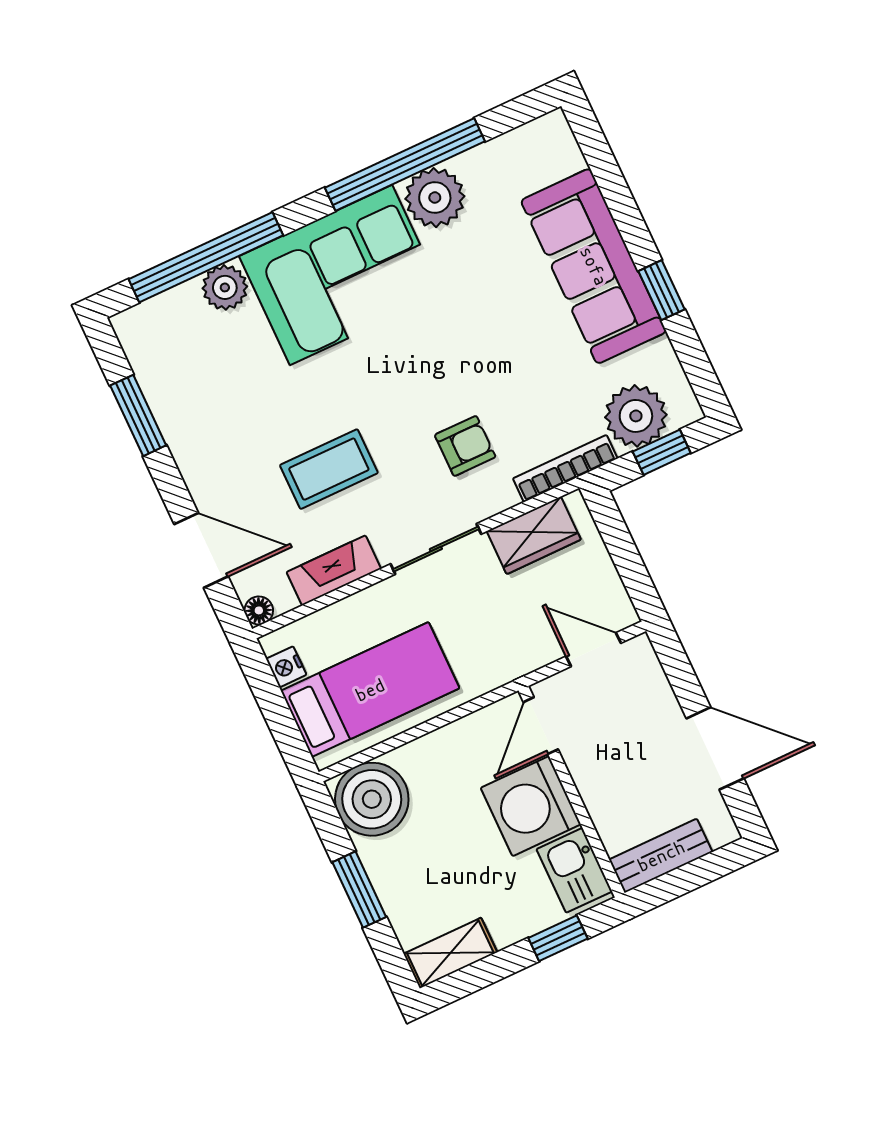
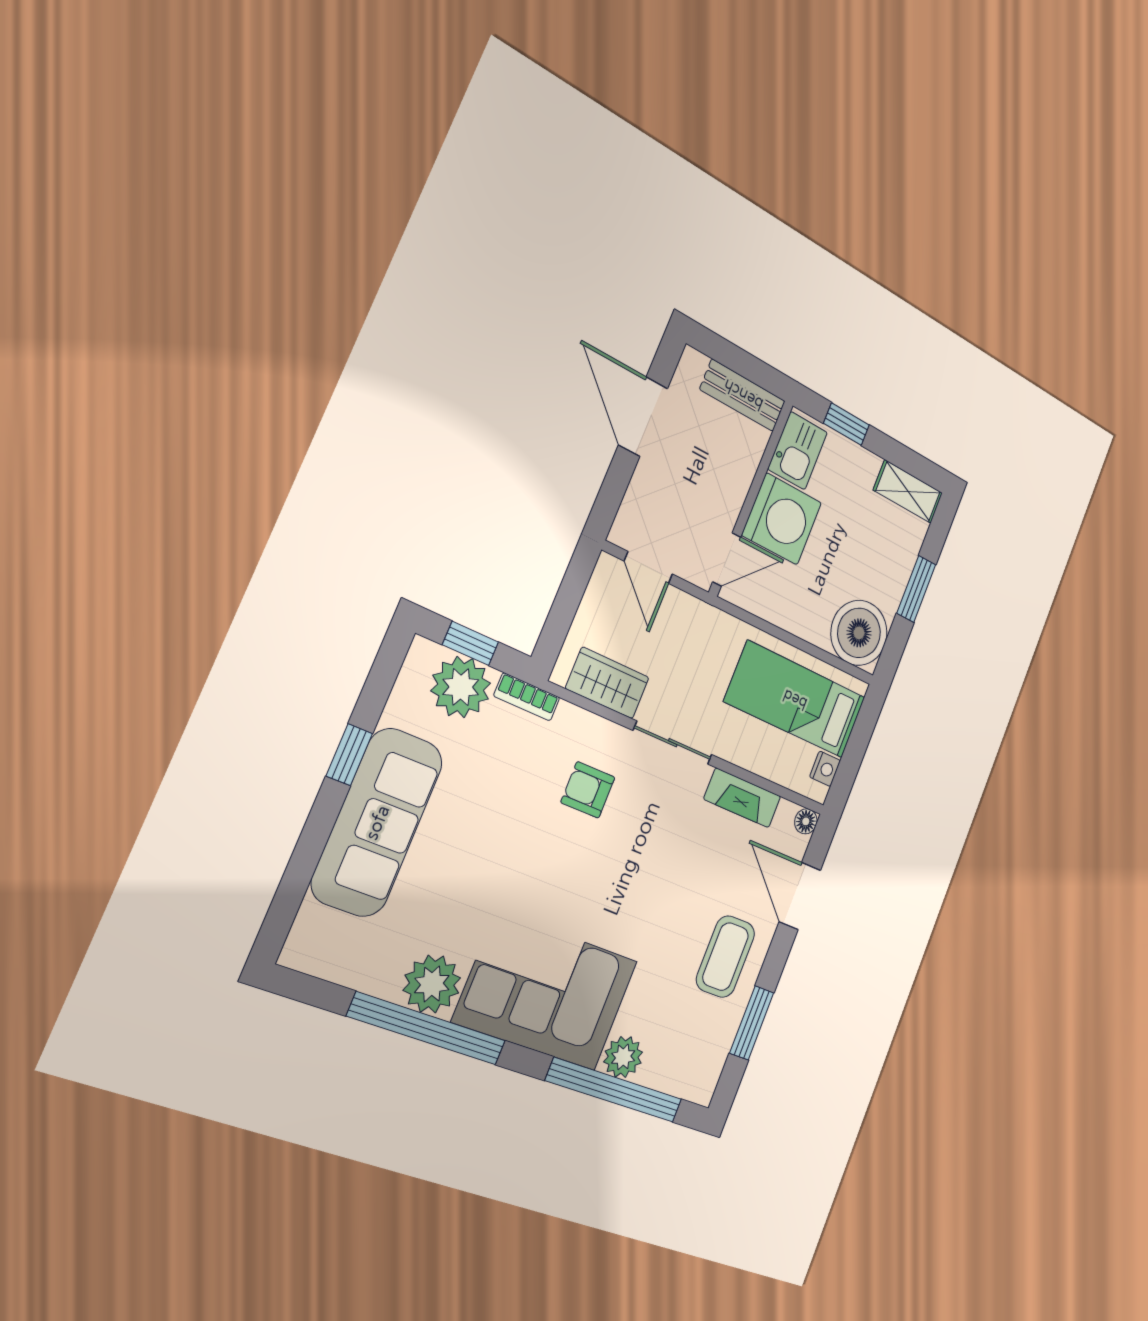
bookcase: (565, 468) -> (527, 697), width x0.64
coffee table: (329, 469) -> (725, 957), moved, turned 90

